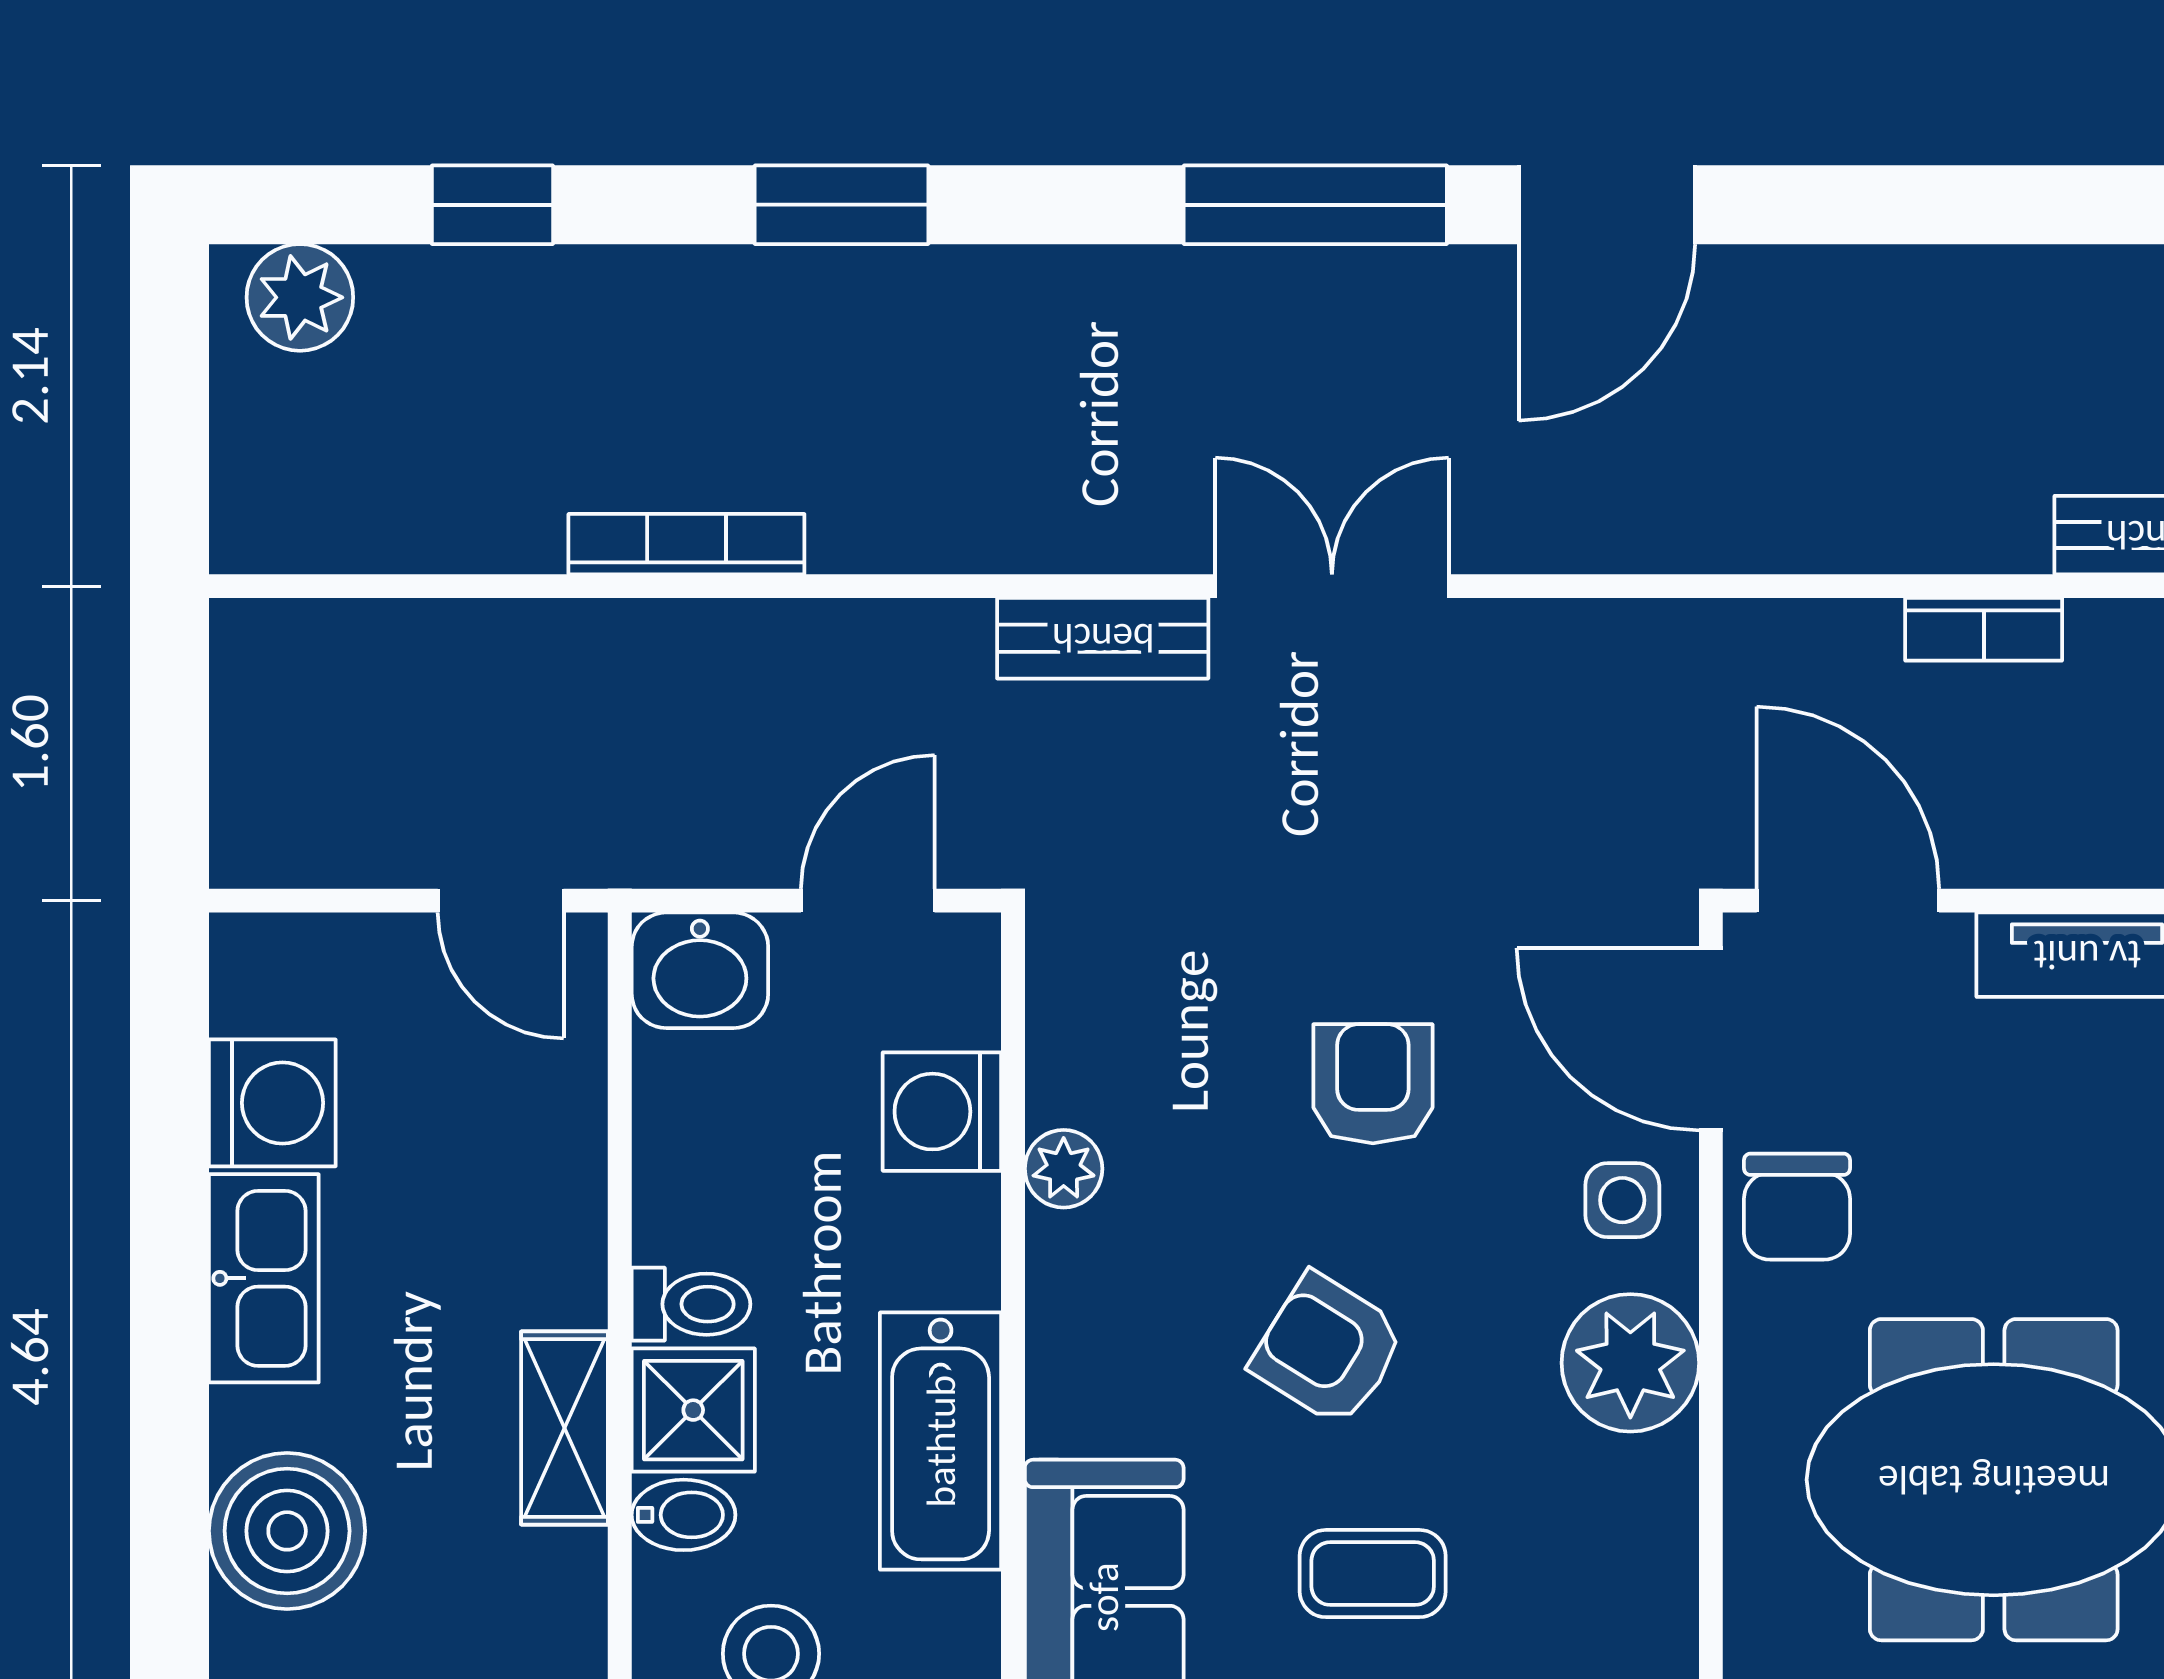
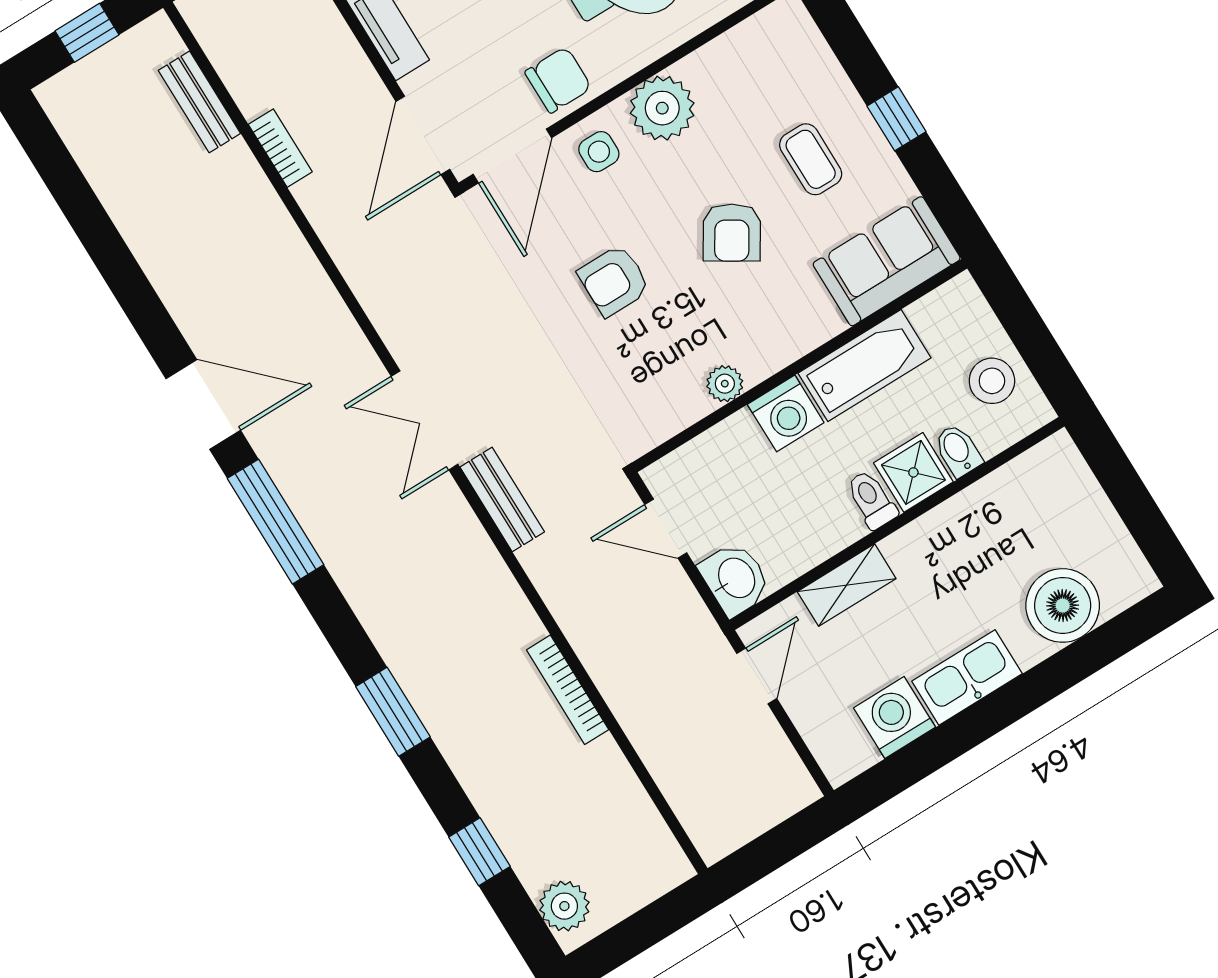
washing machine: (942, 1112) -> (786, 413), moved
shelving: (565, 1428) -> (847, 585), moved

